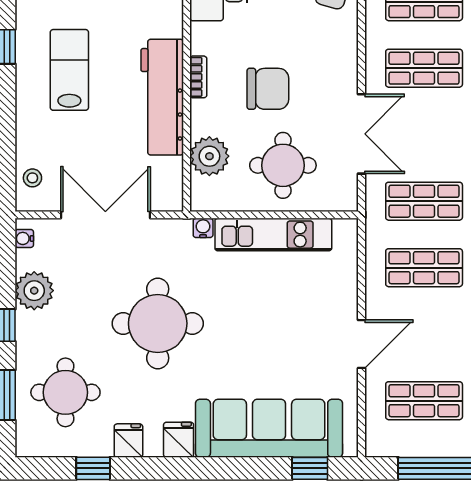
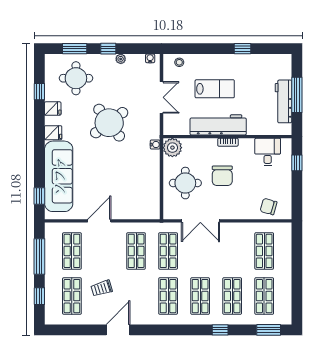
shop shelf: (424, 68) -> (232, 251), removed
lab bench: (69, 70) -> (215, 89), moved
plant: (209, 156) -> (172, 148), moved
double door: (105, 215) -> (161, 97), width x0.73
kitchen unit: (273, 235) -> (152, 178), removed
plant: (34, 291) -> (121, 59), width x0.53, depth x0.53
round table: (158, 323) -> (109, 123), turned -37
door: (361, 344) -> (99, 221), swing flipped

